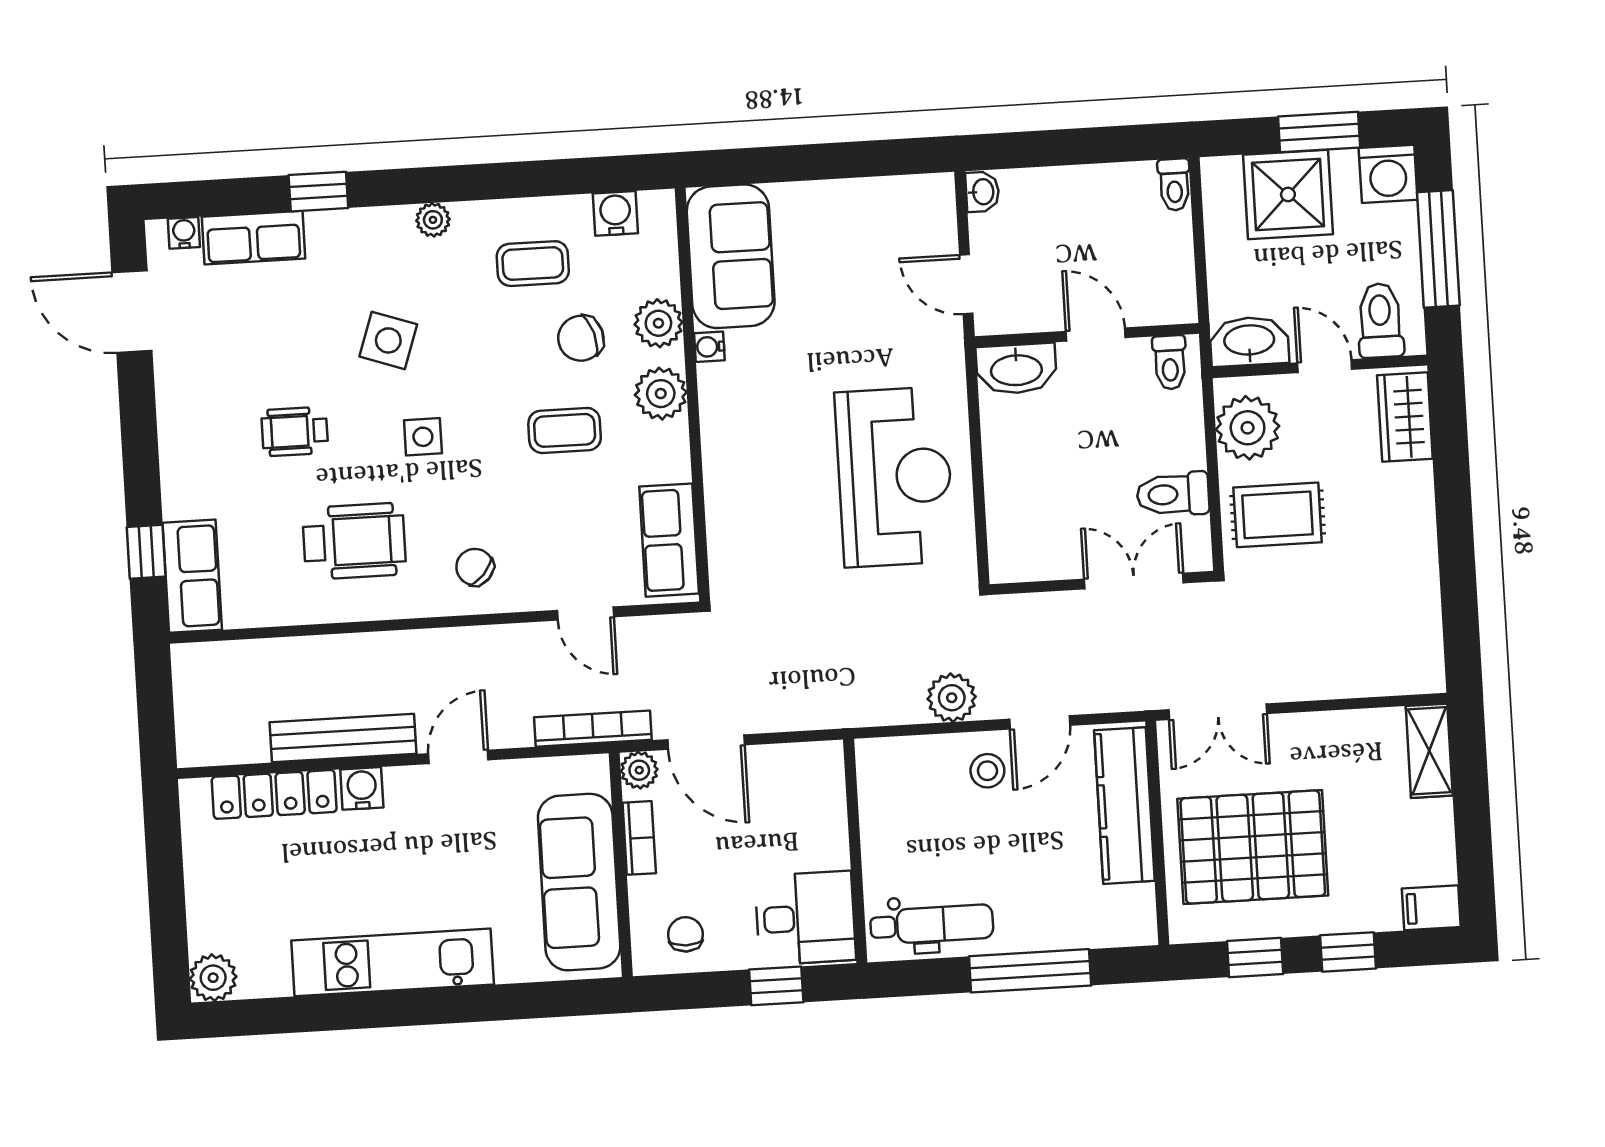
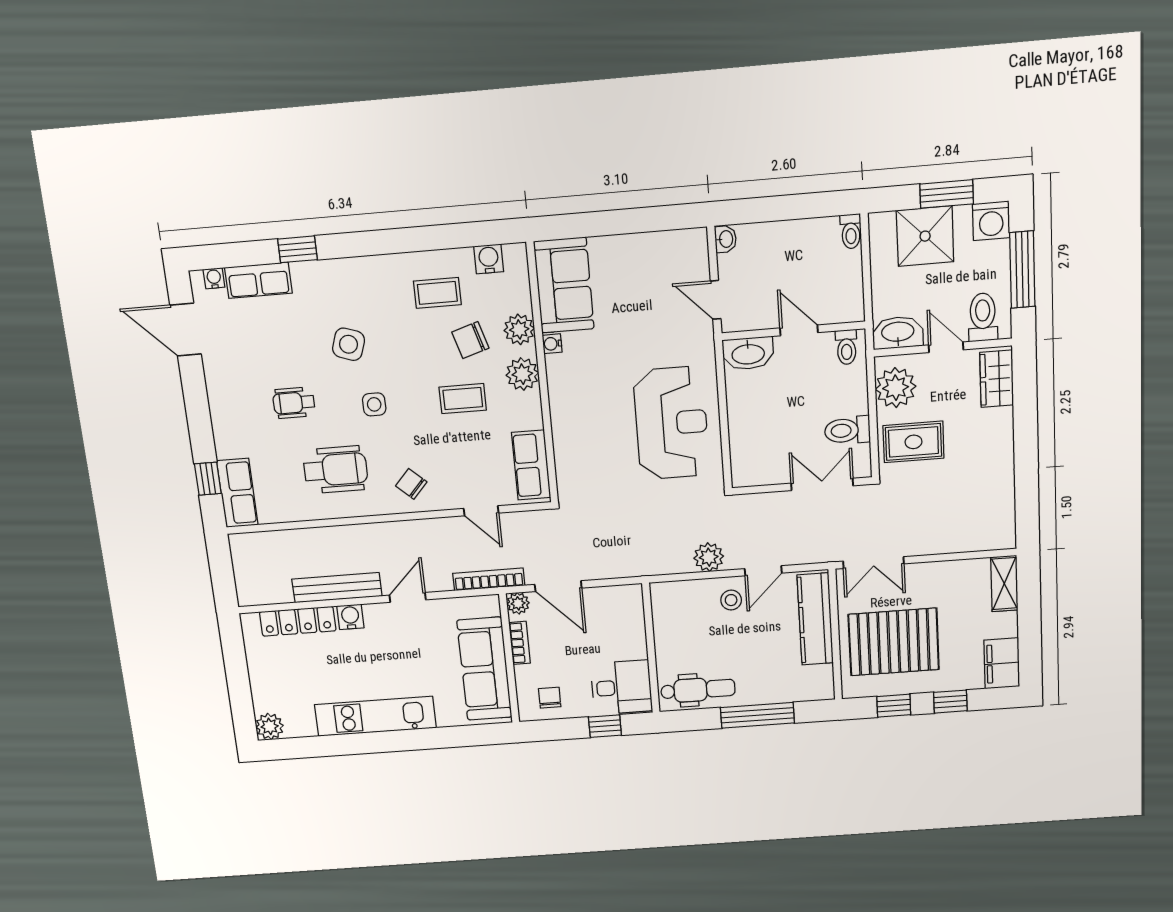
plant: (433, 220) -> (372, 266), removed
filing cabinet: (1431, 908) -> (1002, 663), width x2.00

